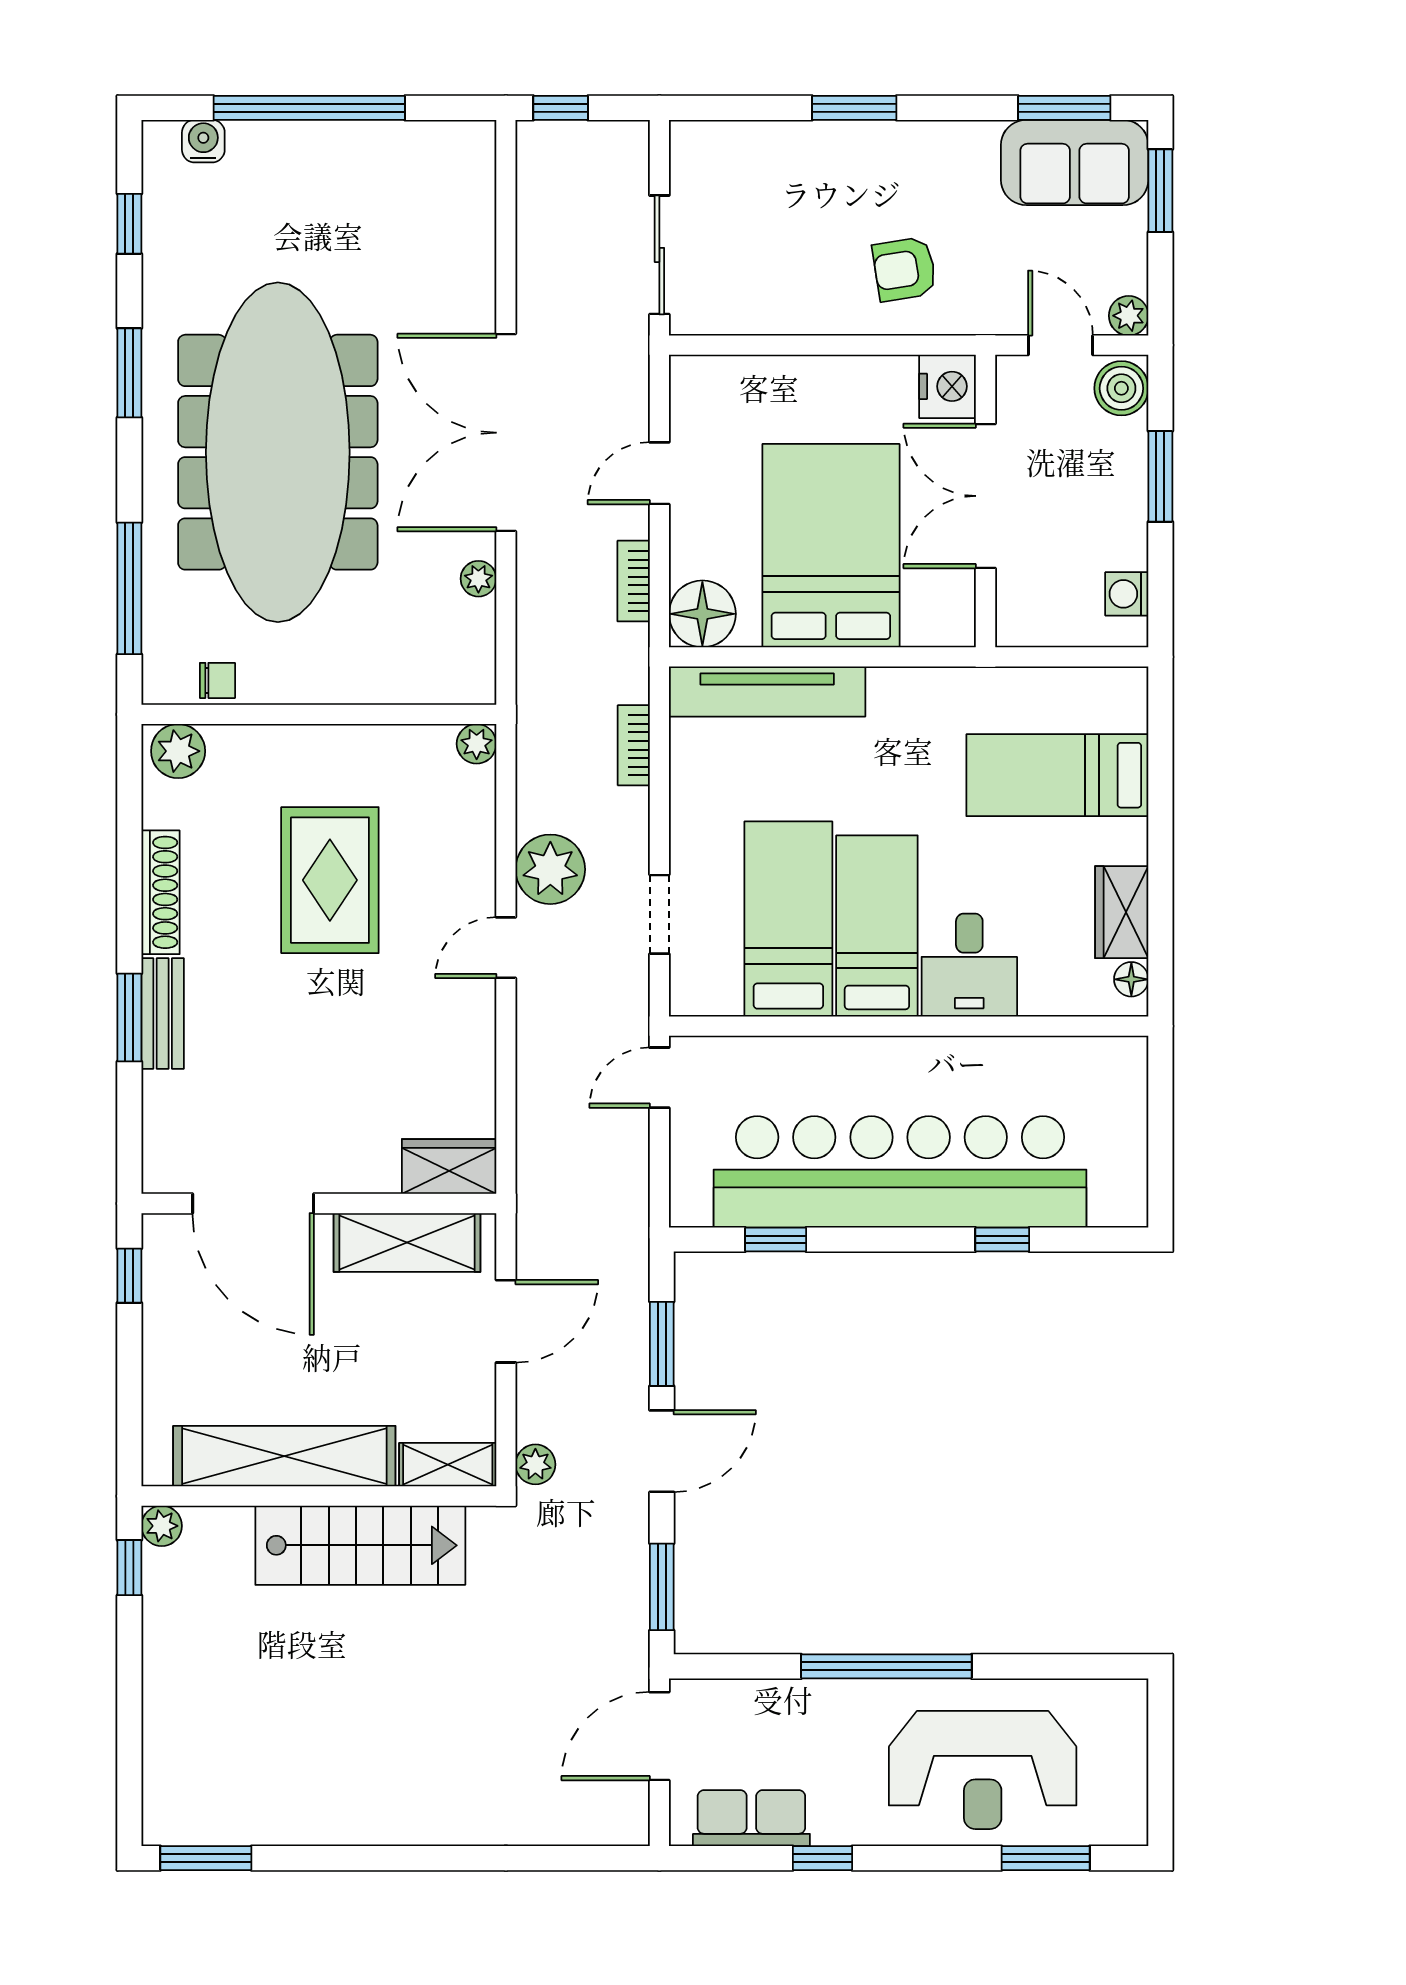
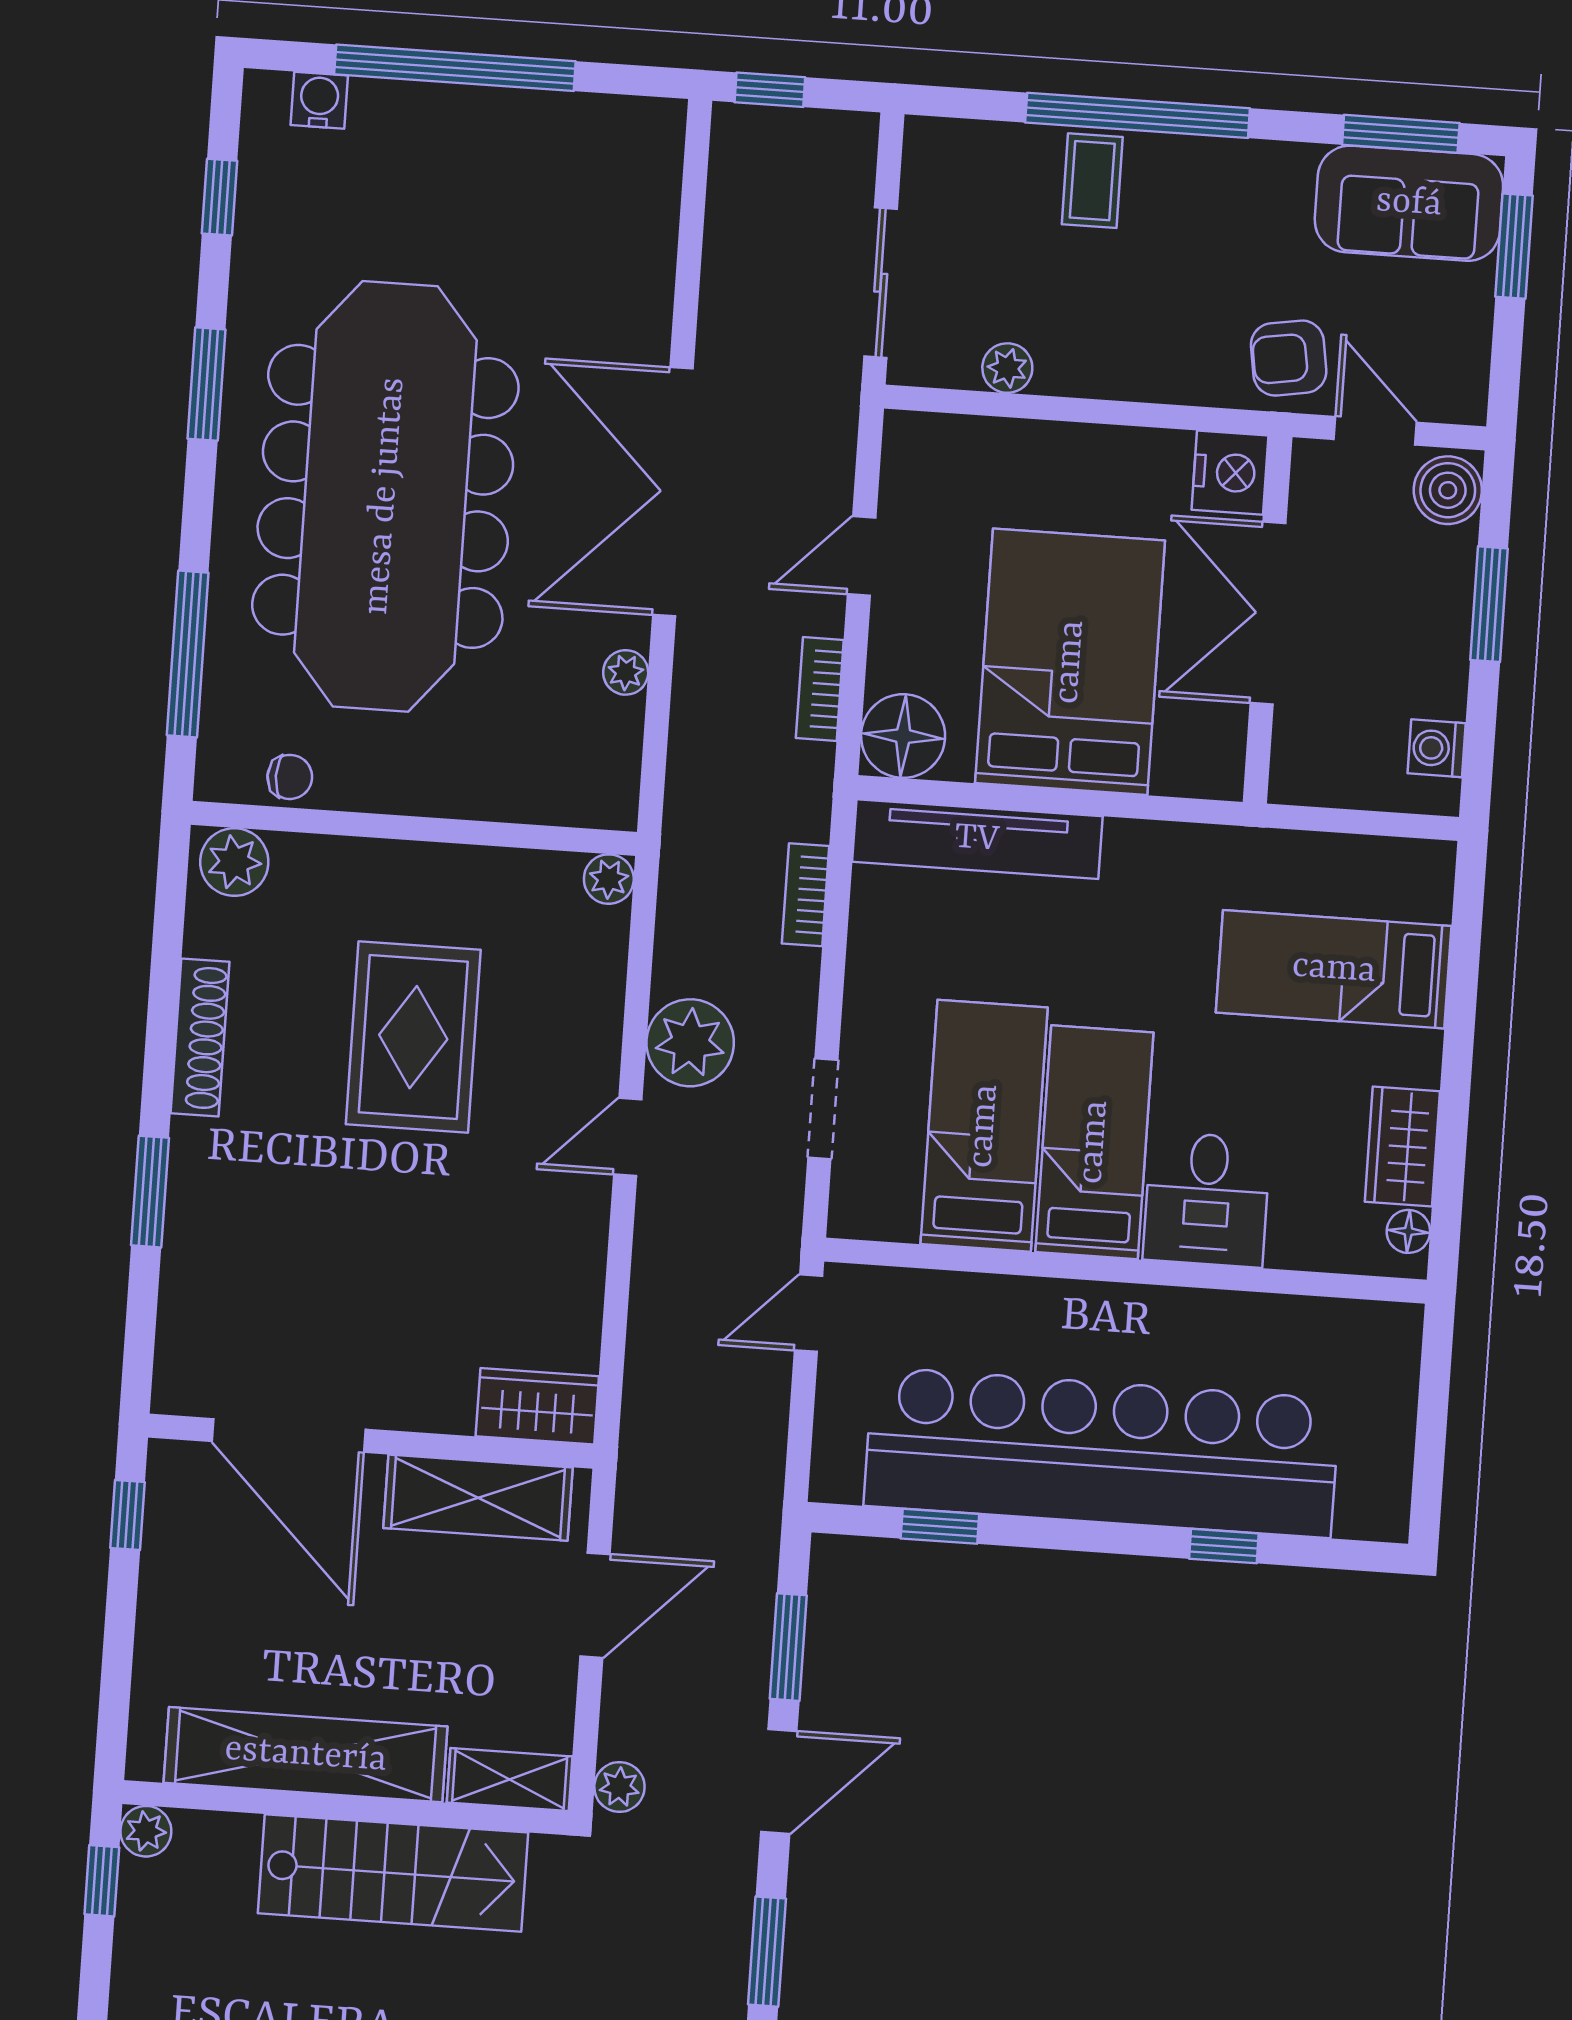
window: (854, 108) -> (1138, 115), width x2.11
coffee table: (822, 162) -> (1092, 181), added
armchair: (904, 269) -> (1289, 358), moved
plant: (1129, 316) -> (1007, 368), moved
bench: (163, 1014) -> (192, 1189), removed

